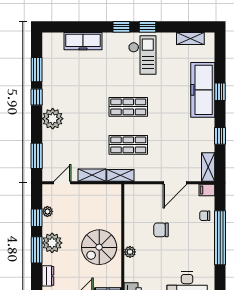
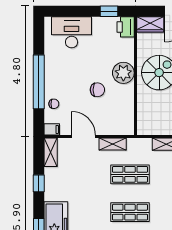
shelving: (120, 175) -> (113, 144), moved
door: (175, 183) -> (84, 137), hinge flipped
plant: (130, 252) -> (123, 73), width x1.88, depth x1.88

